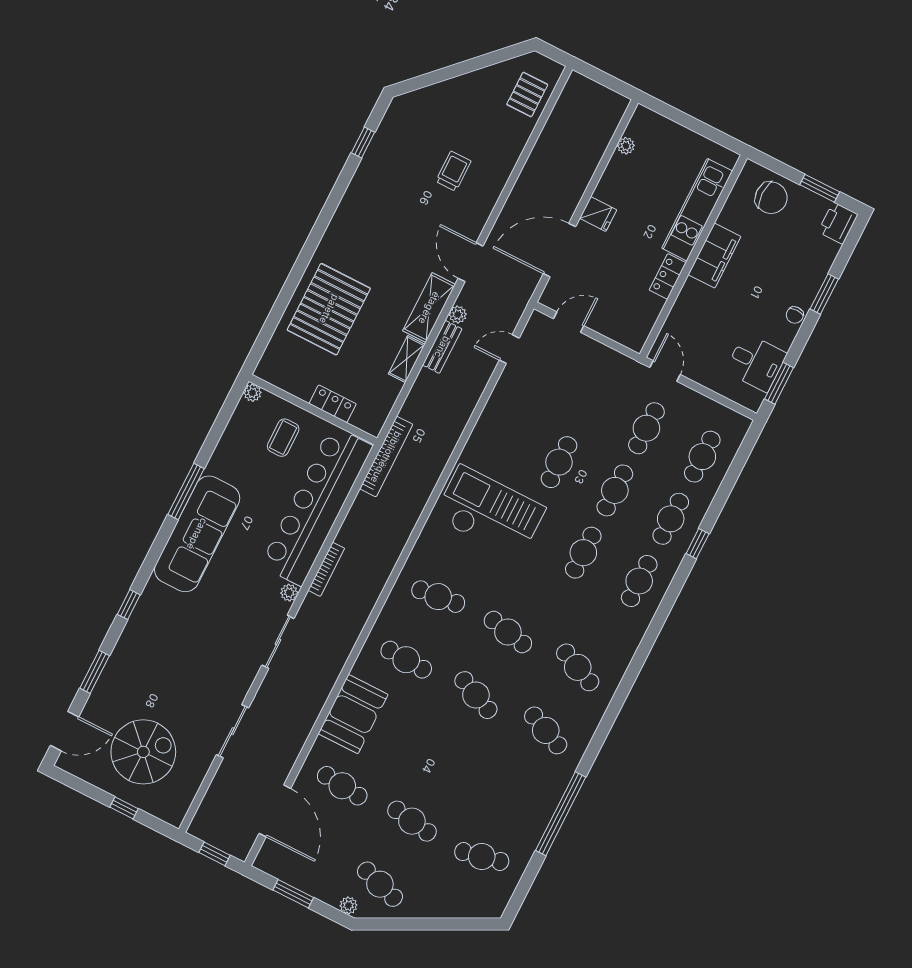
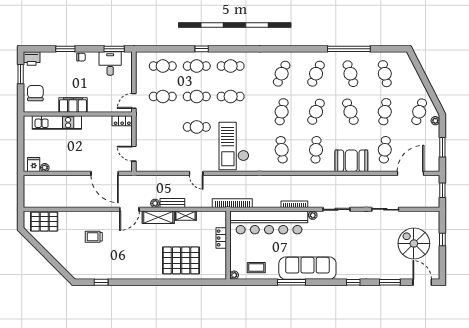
pallet: (527, 94) -> (44, 222), width x1.50, depth x1.42
fridge: (598, 214) -> (34, 165), moved
locker: (668, 276) -> (122, 121), moved
door: (509, 349) -> (196, 173), moved
coffee table: (283, 438) -> (256, 268), moved
cafe table: (444, 758) -> (350, 112), added
cafe table: (514, 793) -> (350, 74), added

